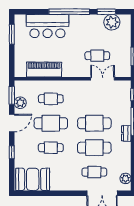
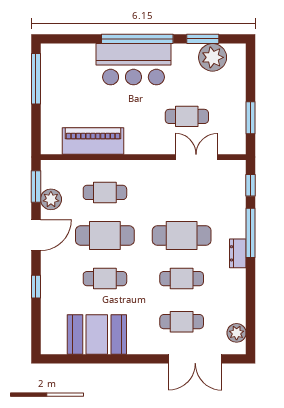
bar counter: (47, 26) -> (133, 64), moved
window: (12, 34) -> (36, 79), width x1.44
cafe table: (94, 148) -> (182, 279), width x0.73, depth x0.74
booth: (33, 179) -> (97, 334), moved

